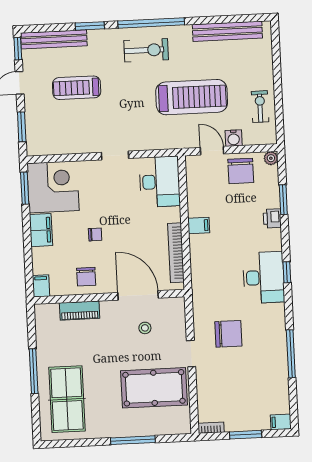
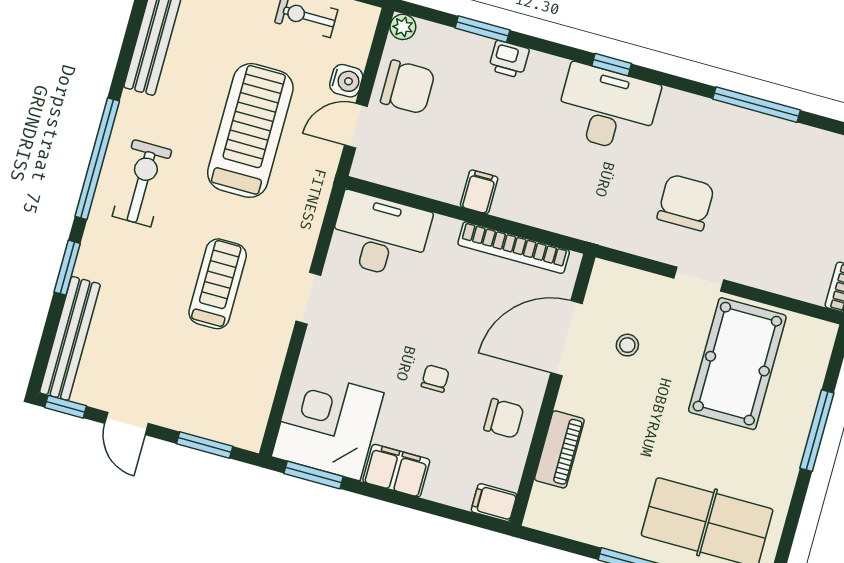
treadmill: (77, 88) -> (218, 284), moved, turned 180

